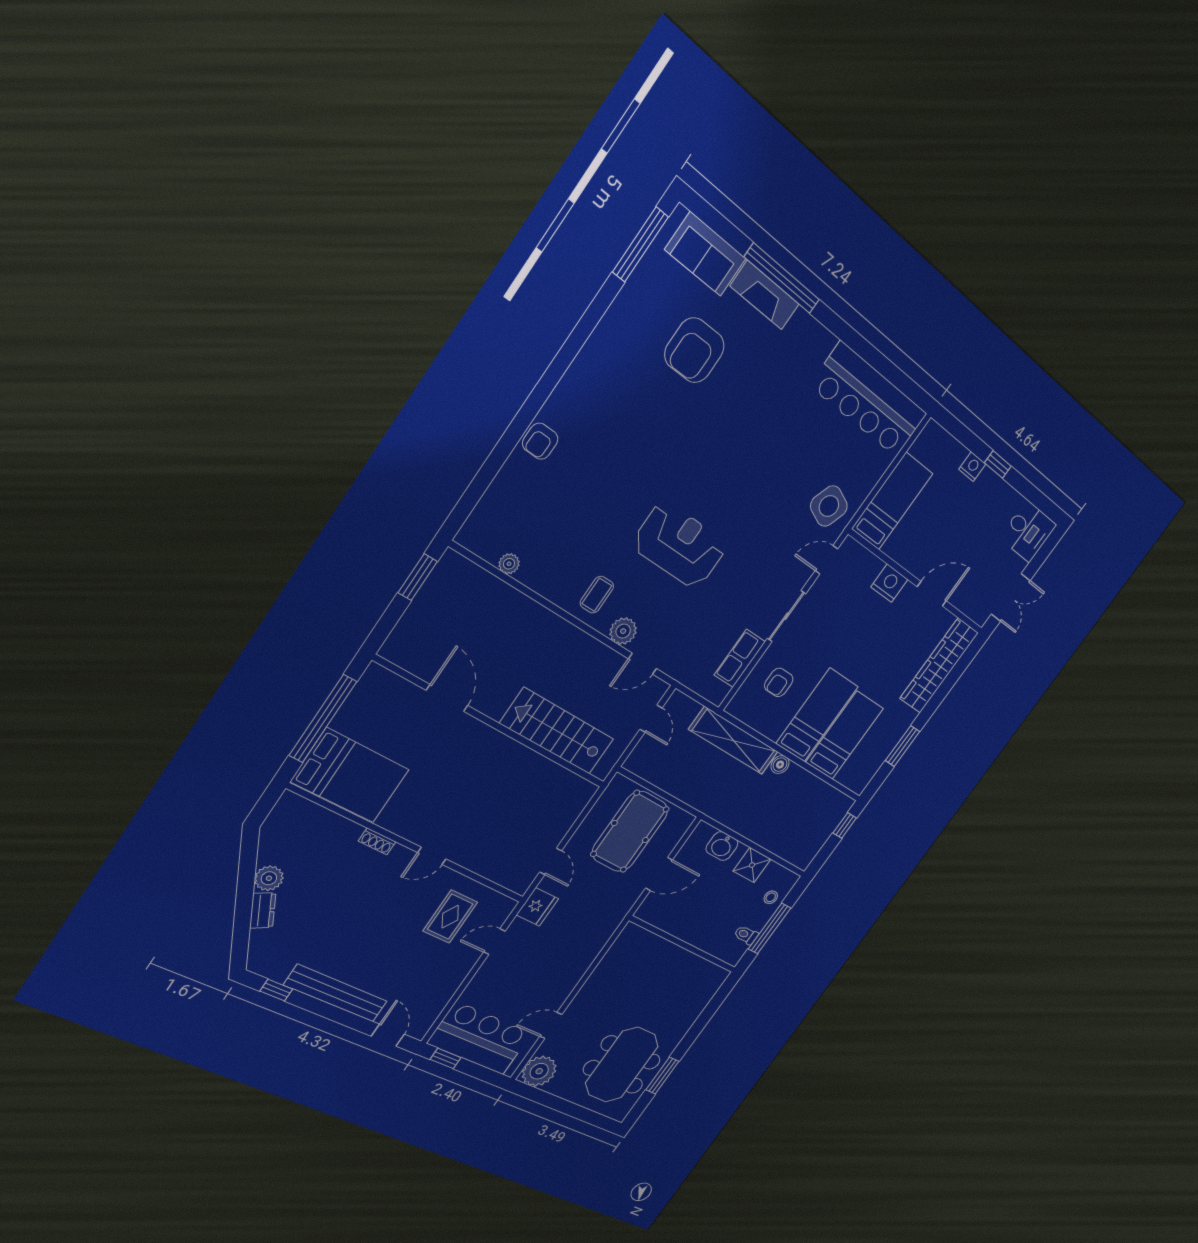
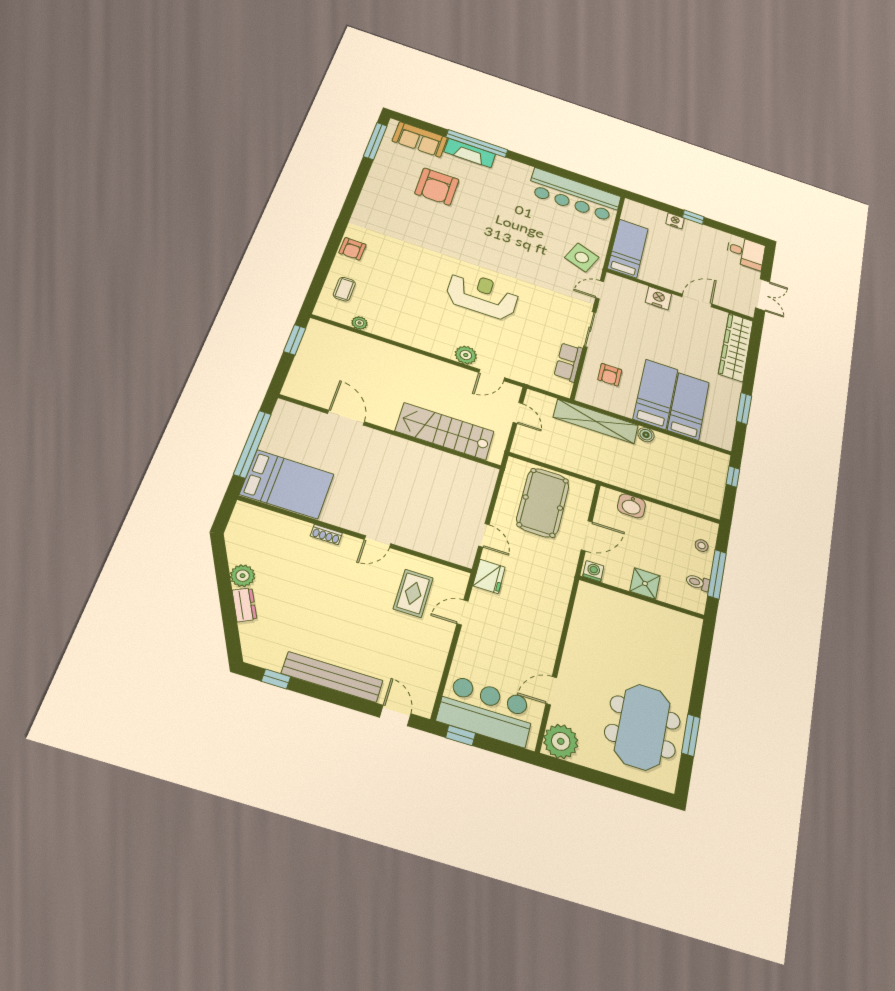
coffee table: (597, 595) -> (344, 289), moved
shower: (752, 865) -> (645, 583), moved
washing machine: (648, 913) -> (593, 571), added

